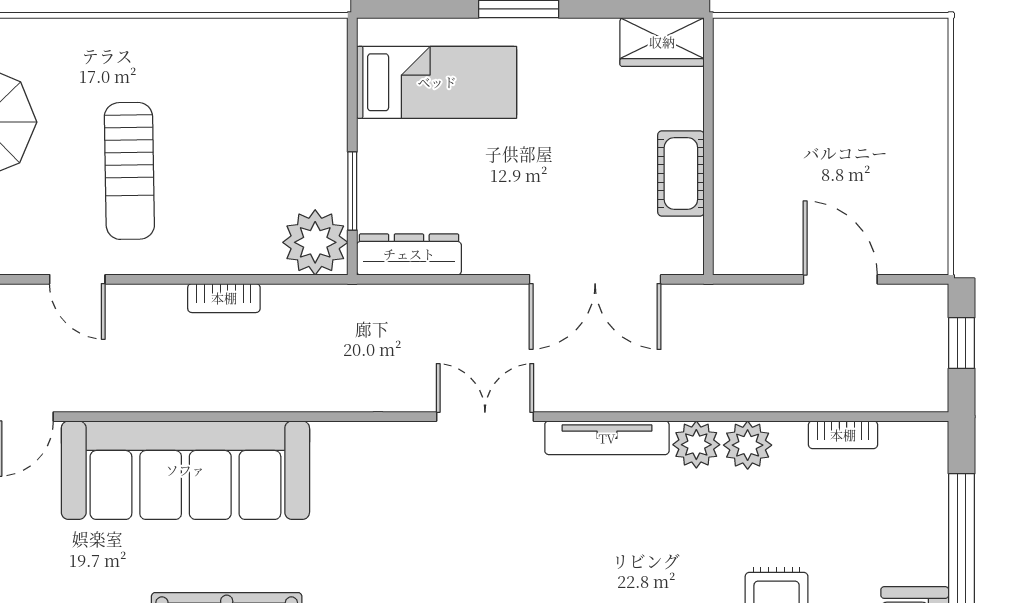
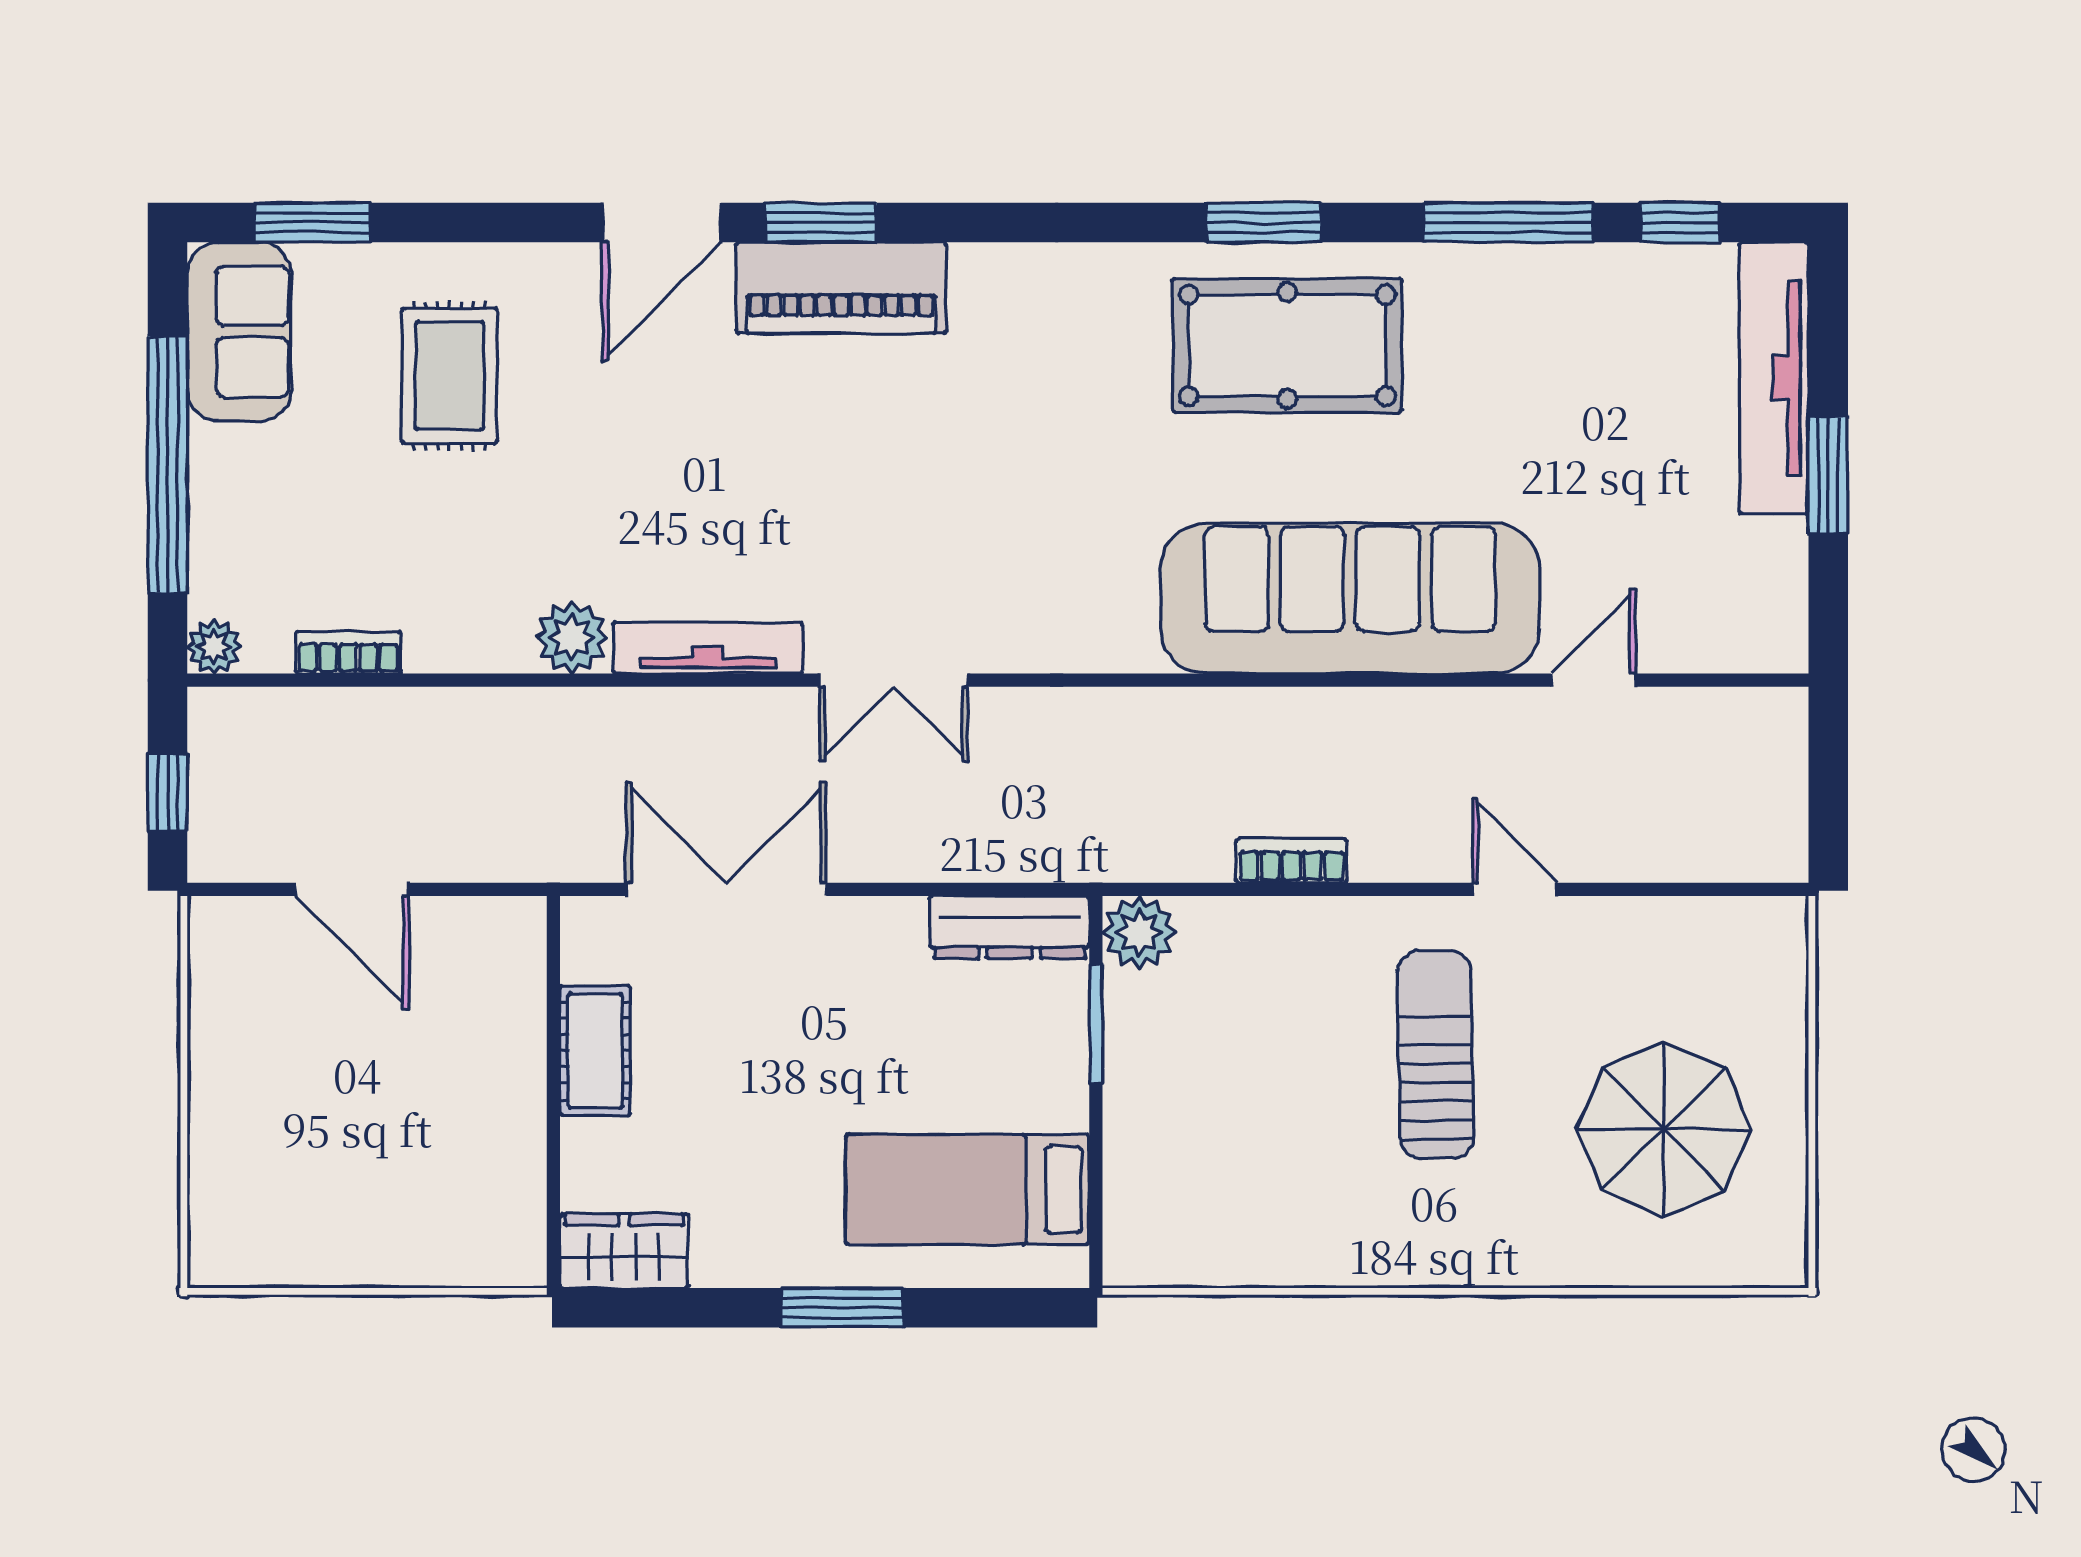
plant: (315, 242) -> (1139, 932), width x0.73, depth x0.73
plant: (748, 445) -> (214, 647), moved, width x0.73, depth x0.73

